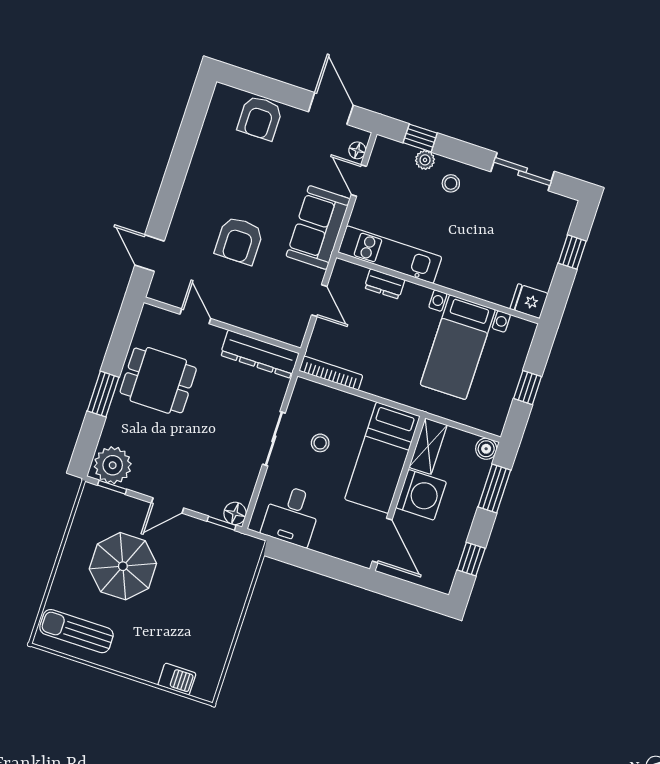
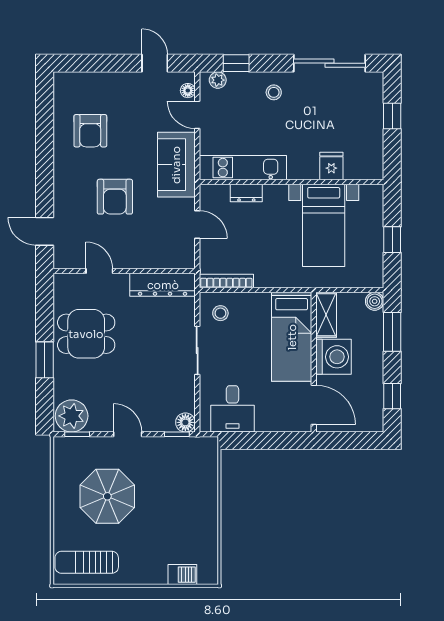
door: (331, 109) -> (155, 63), width x0.73
armchair: (260, 118) -> (90, 131), moved
plant: (425, 160) -> (218, 80), moved
sliding door: (523, 172) -> (330, 63), width x1.37
fridge: (529, 301) -> (331, 166), moved, turned 90
stool: (320, 443) -> (220, 313), moved
door: (168, 505) -> (128, 434), swing flipped

